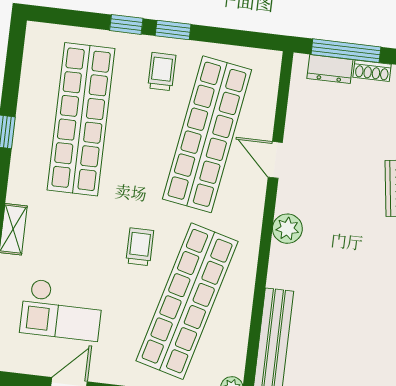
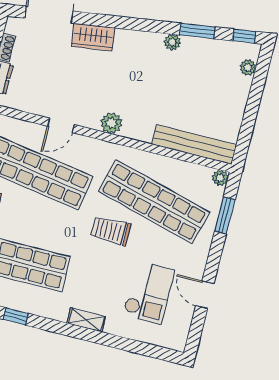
trolley: (140, 247) -> (111, 231), width x1.36, depth x1.39

